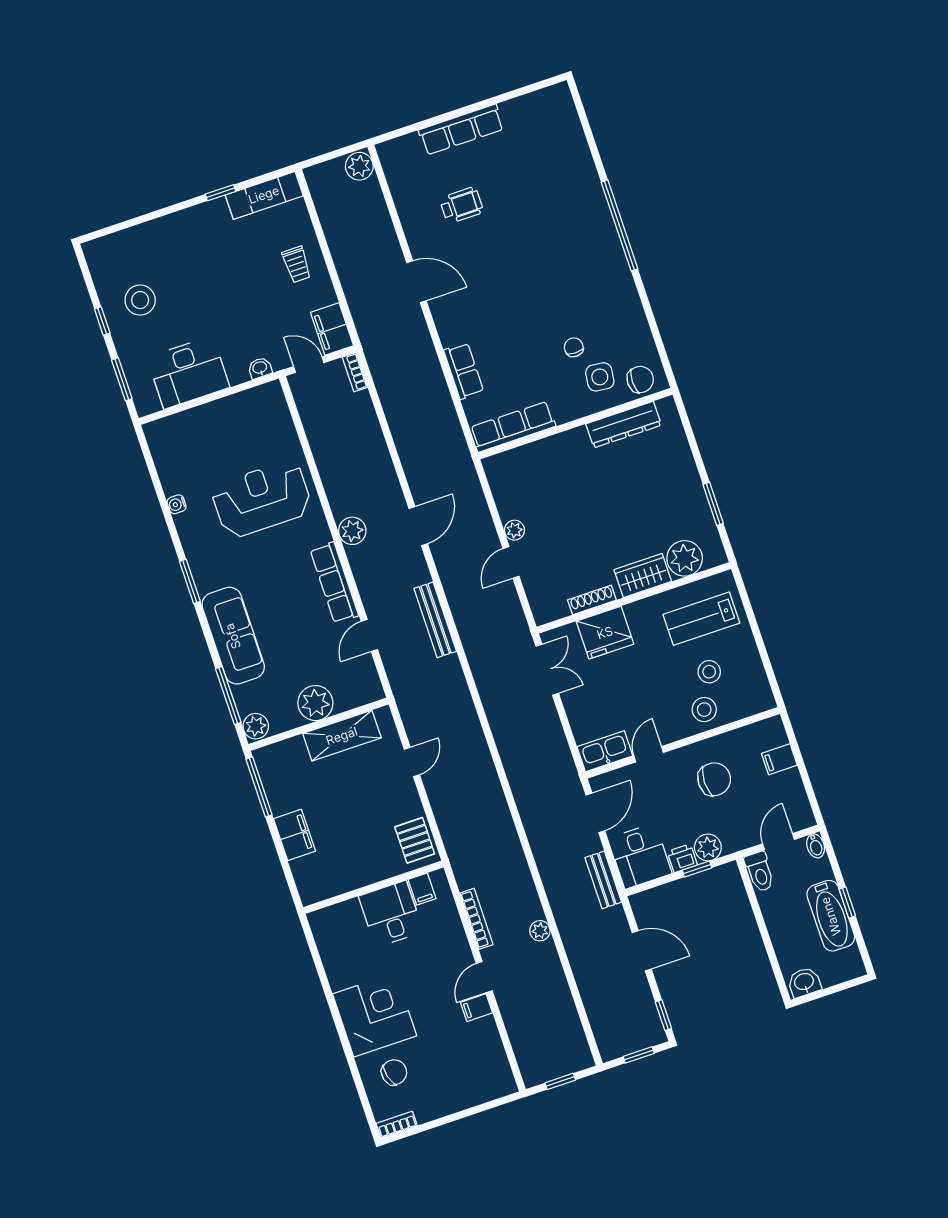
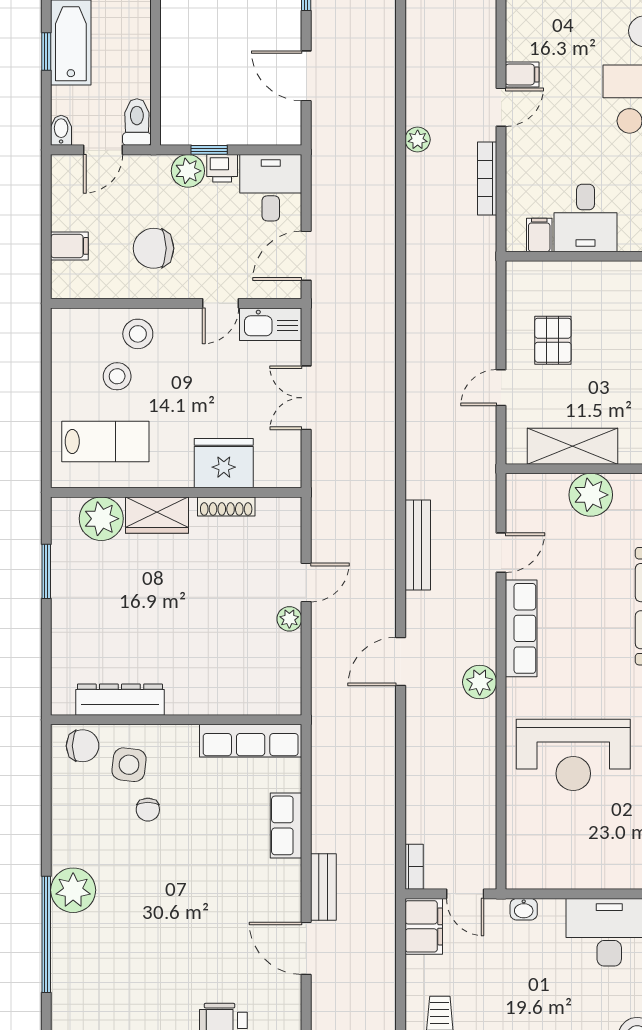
plant: (610, 266) -> (73, 890), added
chair: (640, 379) -> (83, 746), turned 180
double door: (547, 670) -> (306, 398), moved
pallet: (415, 840) -> (553, 340), moved
bench: (603, 880) -> (323, 887), moved

